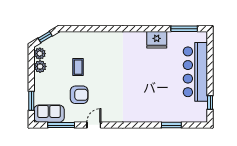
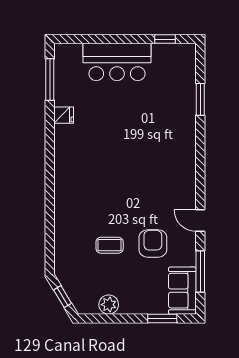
fridge: (157, 40) -> (64, 115), width x0.53, depth x0.75
plant: (40, 54) -> (88, 305), removed
bar counter: (195, 72) -> (117, 62), width x0.73

